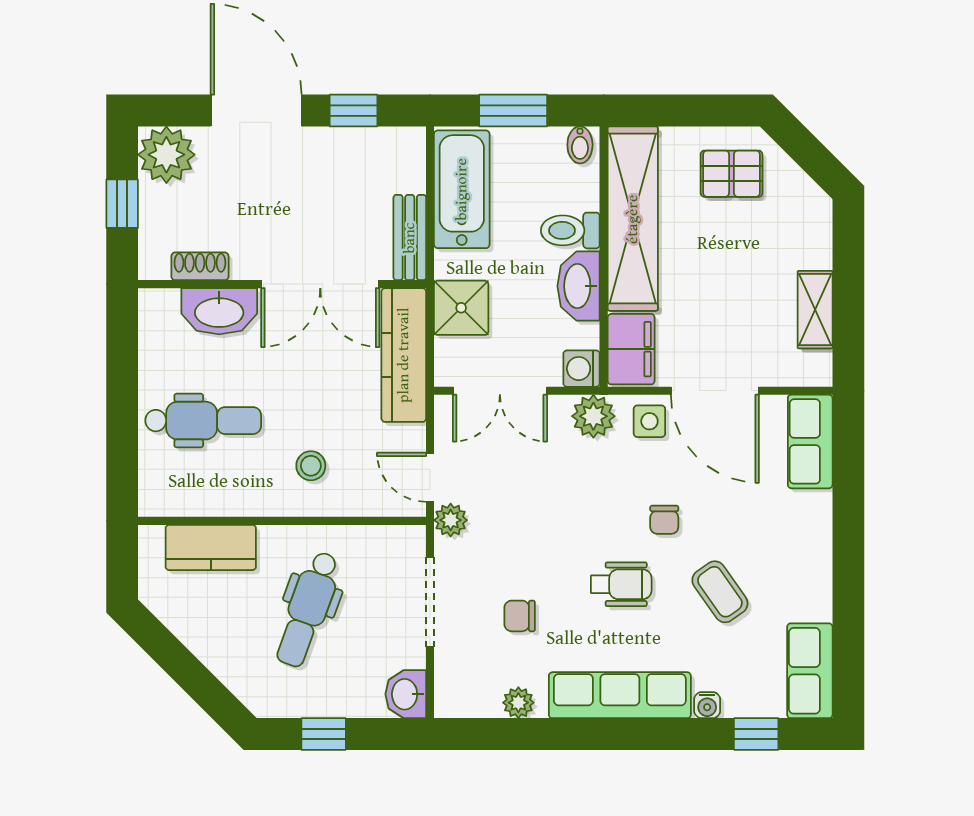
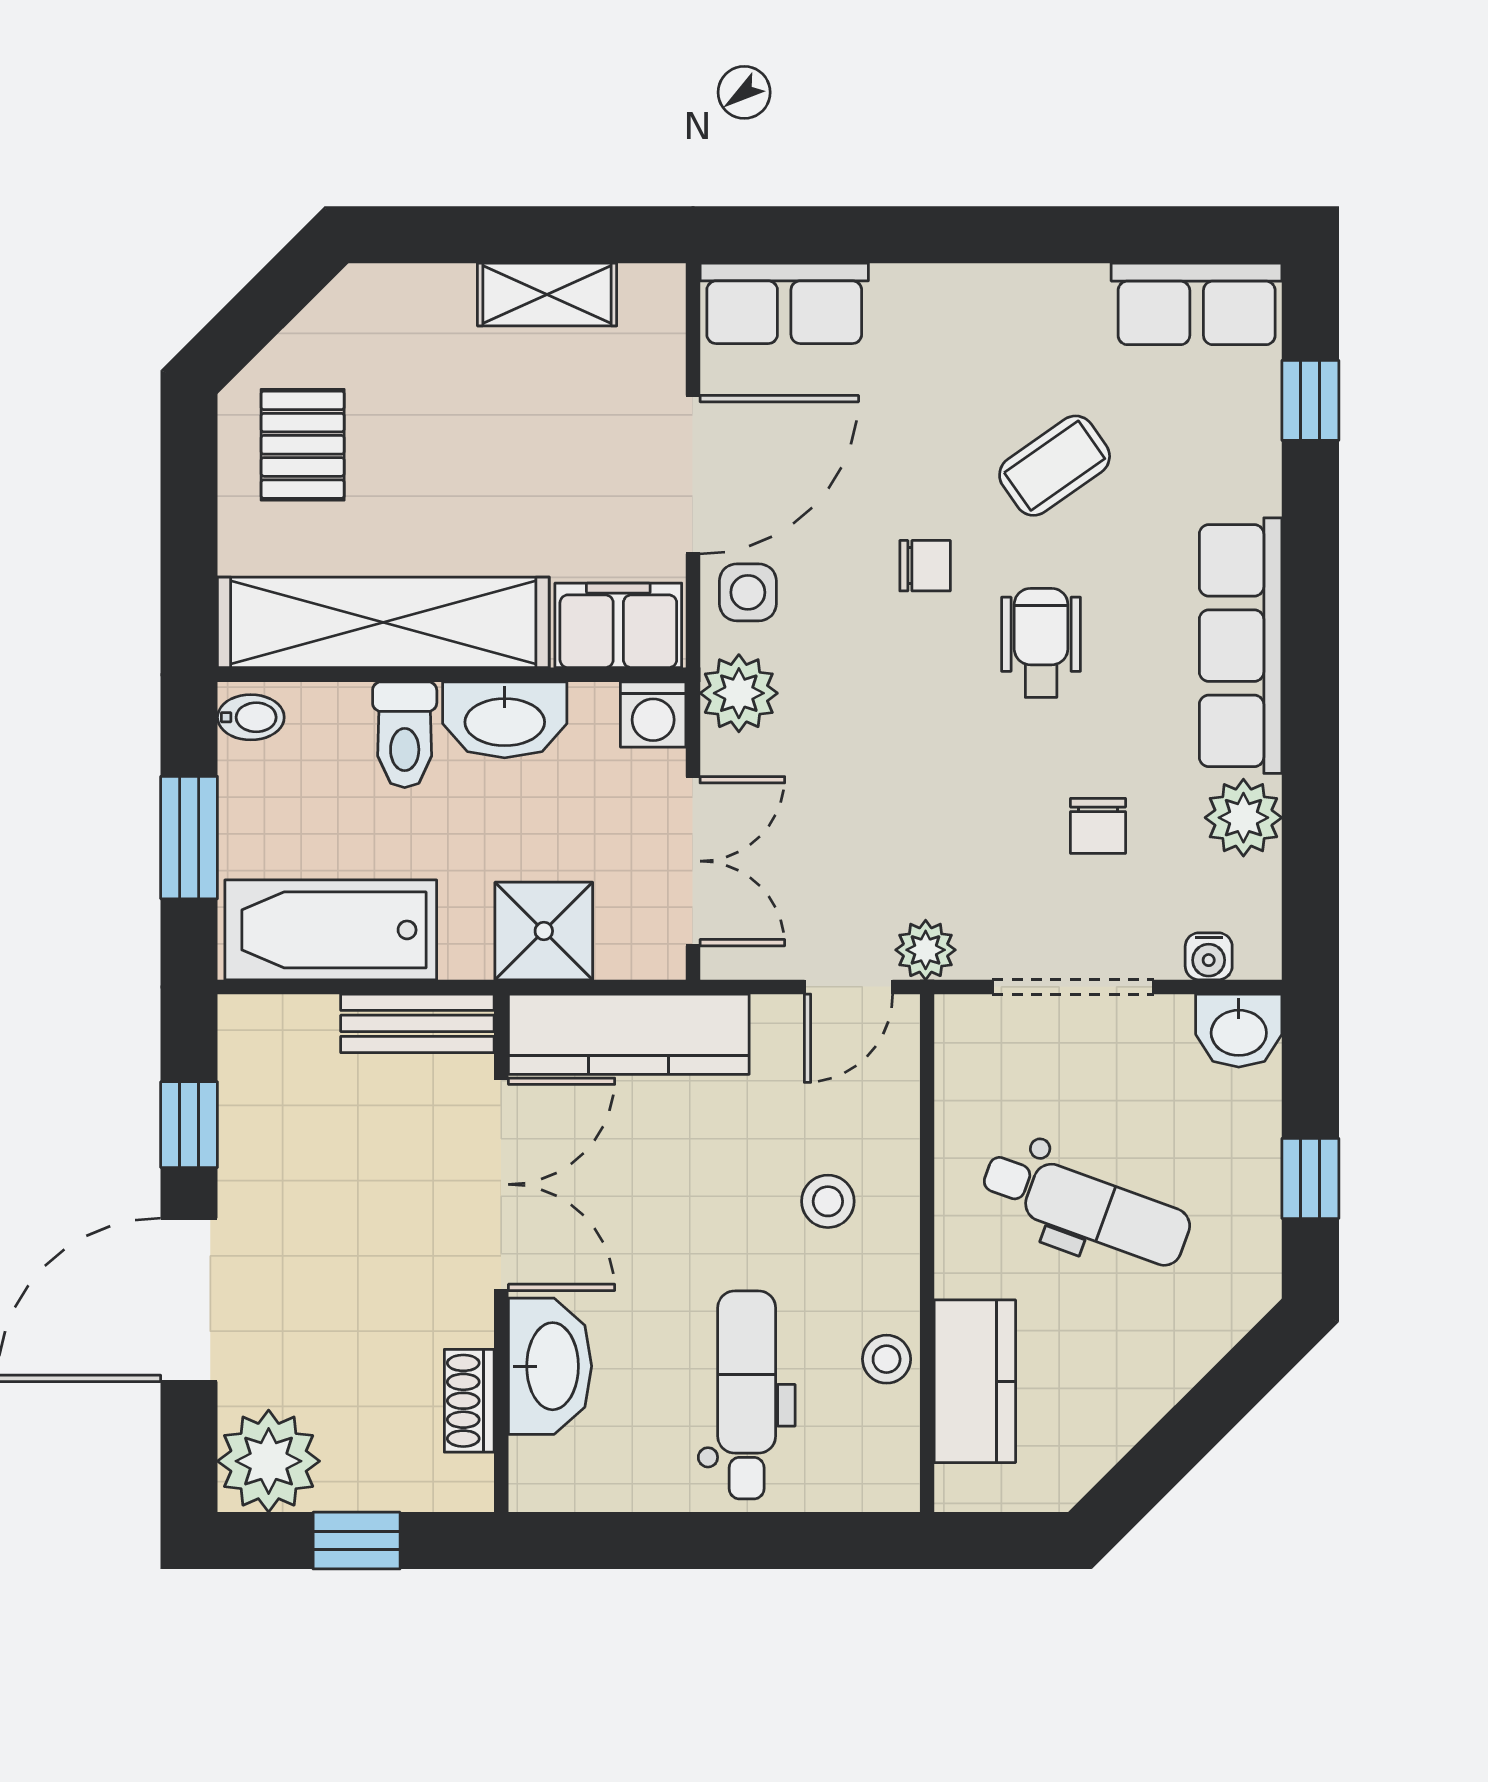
stool: (223, 498) -> (887, 1359), added
plant: (518, 703) -> (1243, 818), width x1.38, depth x1.38
water cooler: (707, 705) -> (1209, 956), moved, turned 90

